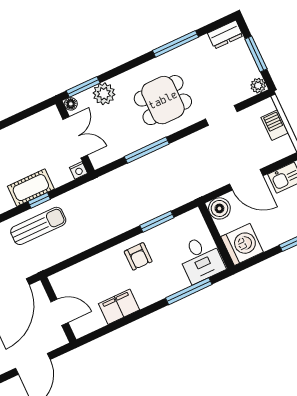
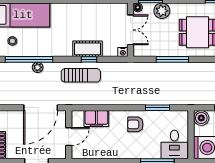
armchair: (138, 256) -> (135, 124), turned 90
filing cabinet: (119, 307) -> (96, 119), moved, turned 180
door: (59, 312) -> (69, 137), hinge flipped

